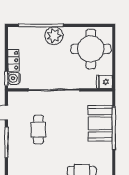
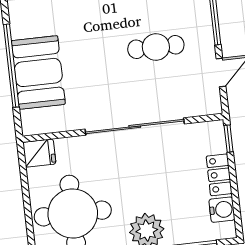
water cooler: (14, 78) -> (222, 210), moved
cafe table: (38, 130) -> (156, 47), turned 90

